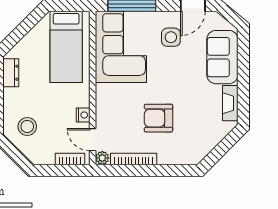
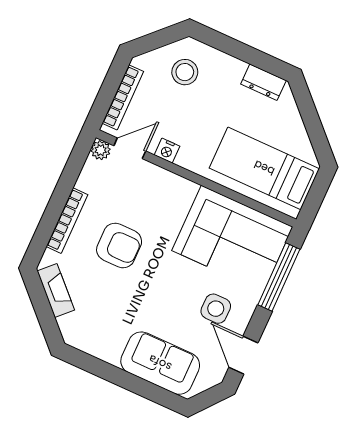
fireplace: (230, 103) -> (56, 290), moved, turned 45
armchair: (158, 118) -> (119, 246), turned 90
bookcase: (70, 159) -> (123, 97), width x1.56
bookcase: (134, 159) -> (67, 221), moved

